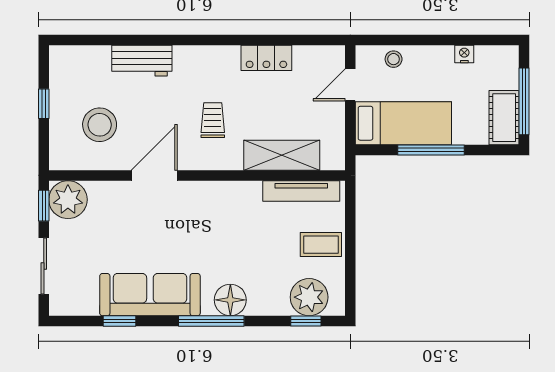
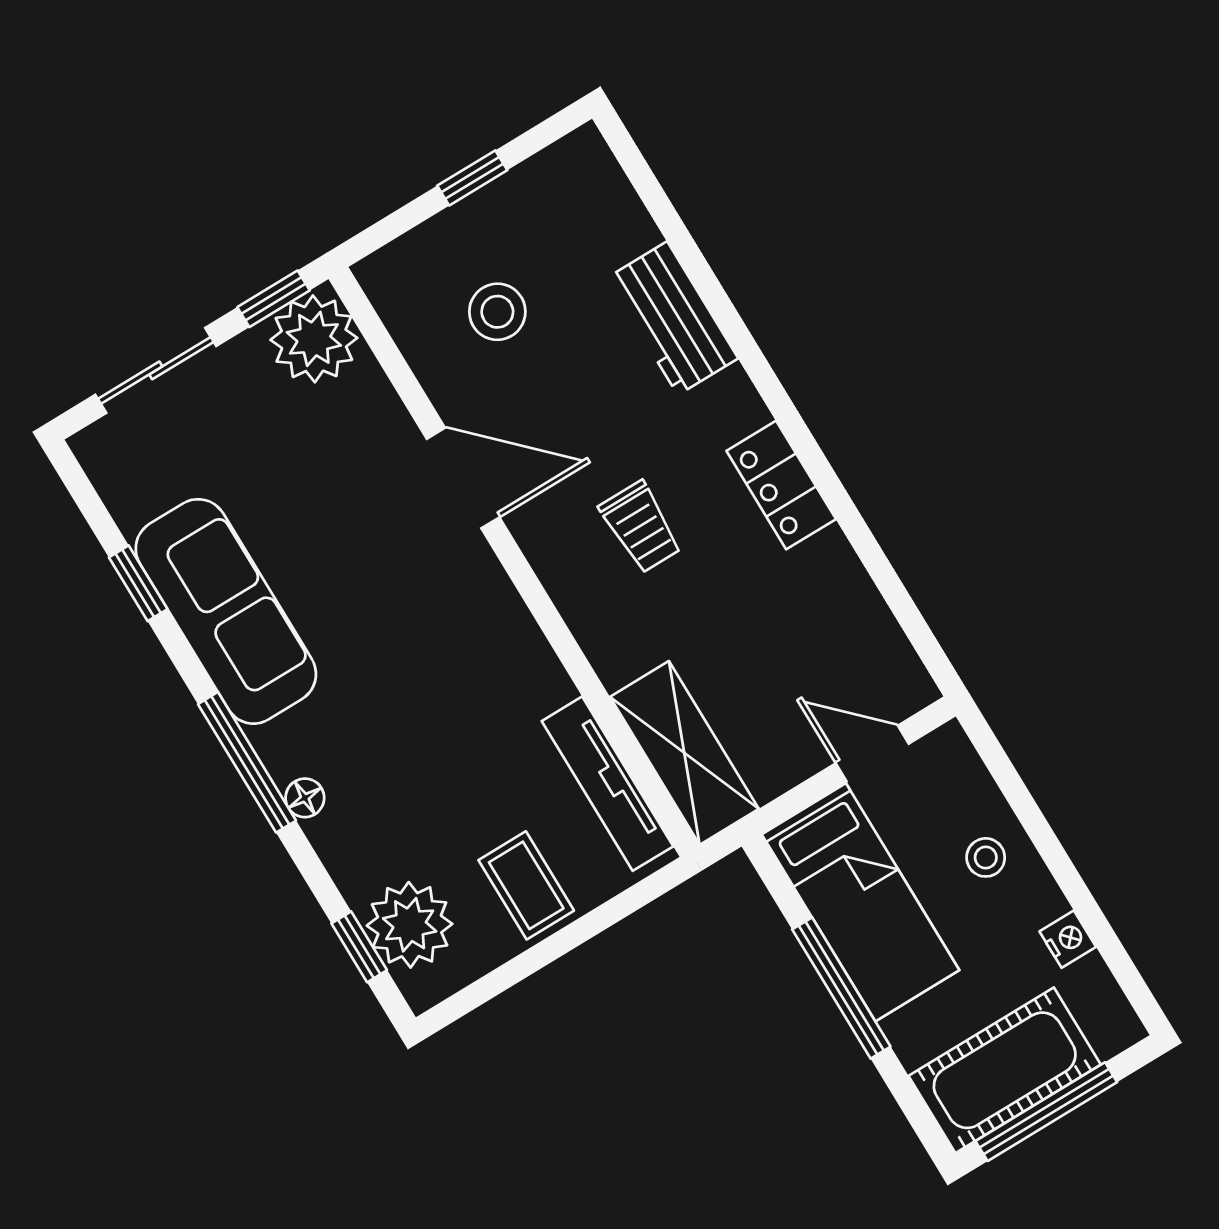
locker: (266, 58) -> (781, 485), moved
stool: (394, 59) -> (986, 857), moved
cot: (504, 118) -> (1005, 1070), width x1.37, depth x1.34
trolley: (213, 120) -> (641, 527), turned 90
stool: (100, 125) -> (497, 312), width x0.73, depth x0.73
shelving: (282, 155) -> (684, 753), moved
floor lamp: (230, 300) -> (305, 798), width x0.53, depth x0.53

